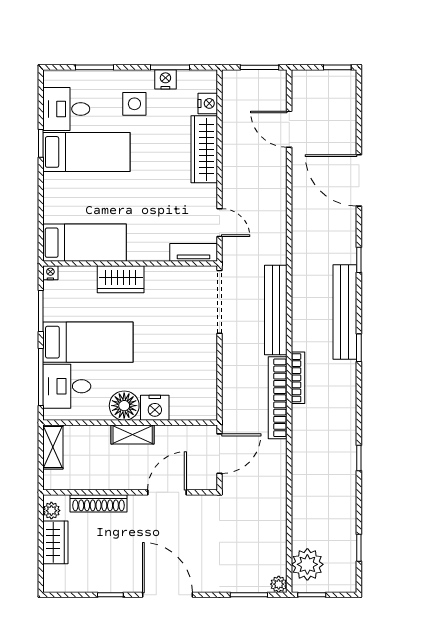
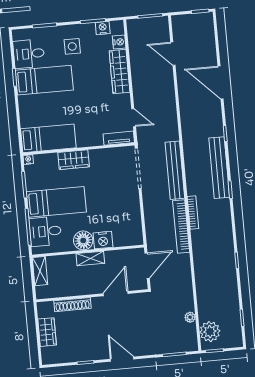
nightstand: (165, 79) -> (103, 28), moved
plant: (51, 511) -> (43, 312), removed
plant: (279, 584) -> (190, 317), moved
door: (168, 595) -> (122, 359), width x0.73

